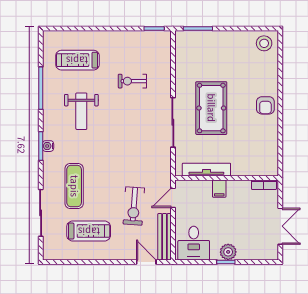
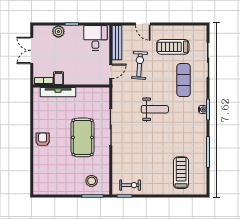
stool: (264, 43) -> (92, 181), moved
treadmill: (77, 60) -> (181, 173), turned -90
exercise bike: (132, 81) -> (130, 185), moved
weight bench: (81, 111) -> (155, 109), moved, turned 90
tv unit: (206, 170) -> (58, 92), moved
filing cabinet: (219, 189) -> (59, 78), moved
plant: (228, 252) -> (58, 31), moved
door: (146, 262) -> (143, 24), moved

